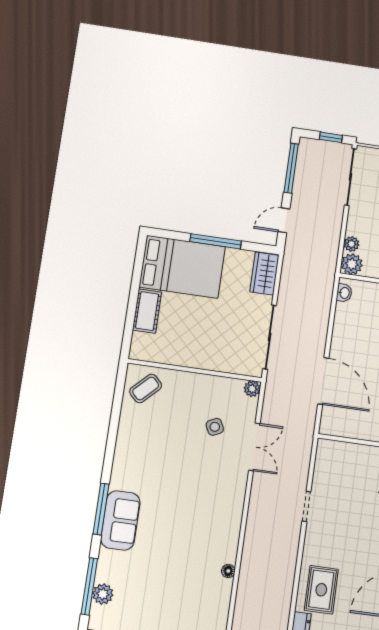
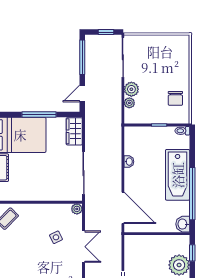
plant: (352, 264) -> (131, 89), moved
washbasin: (344, 293) -> (129, 162), moved
door: (323, 381) -> (123, 208), moved

